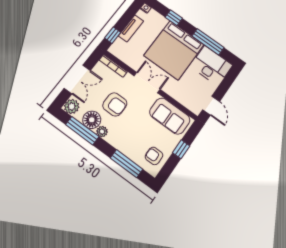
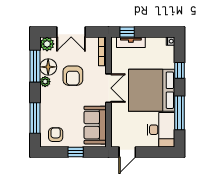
tv unit: (131, 28) -> (131, 42), moved

